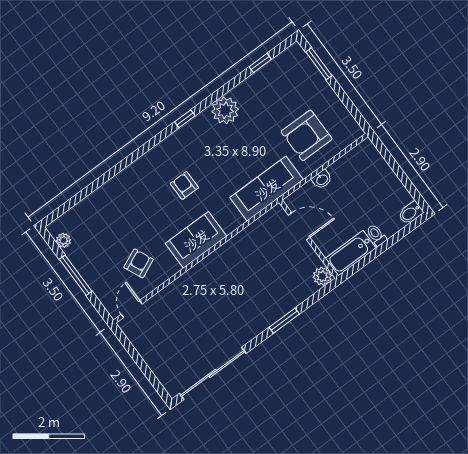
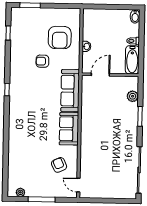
plant: (225, 110) -> (18, 67), removed
armchair: (184, 186) -> (42, 61), moved
sofa: (267, 189) -> (70, 91), moved
plant: (322, 276) -> (133, 96), moved

